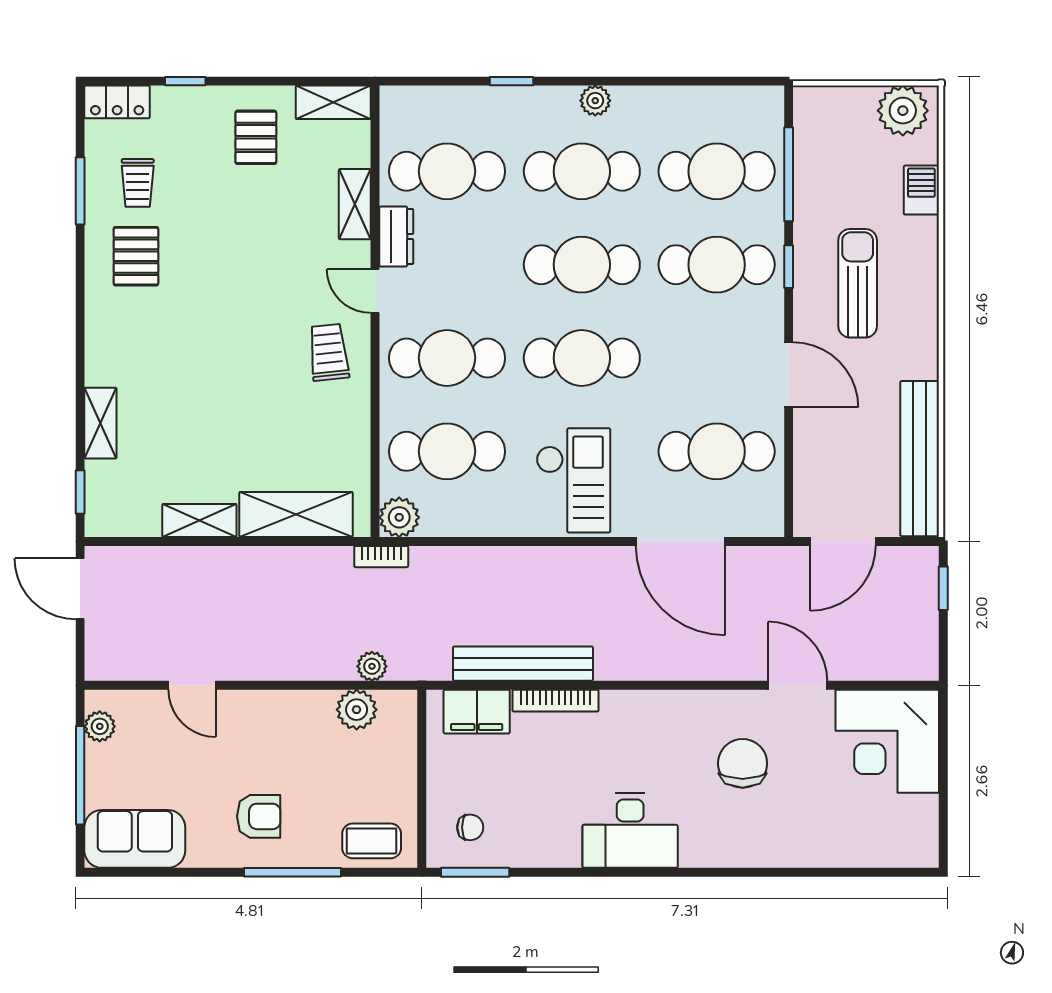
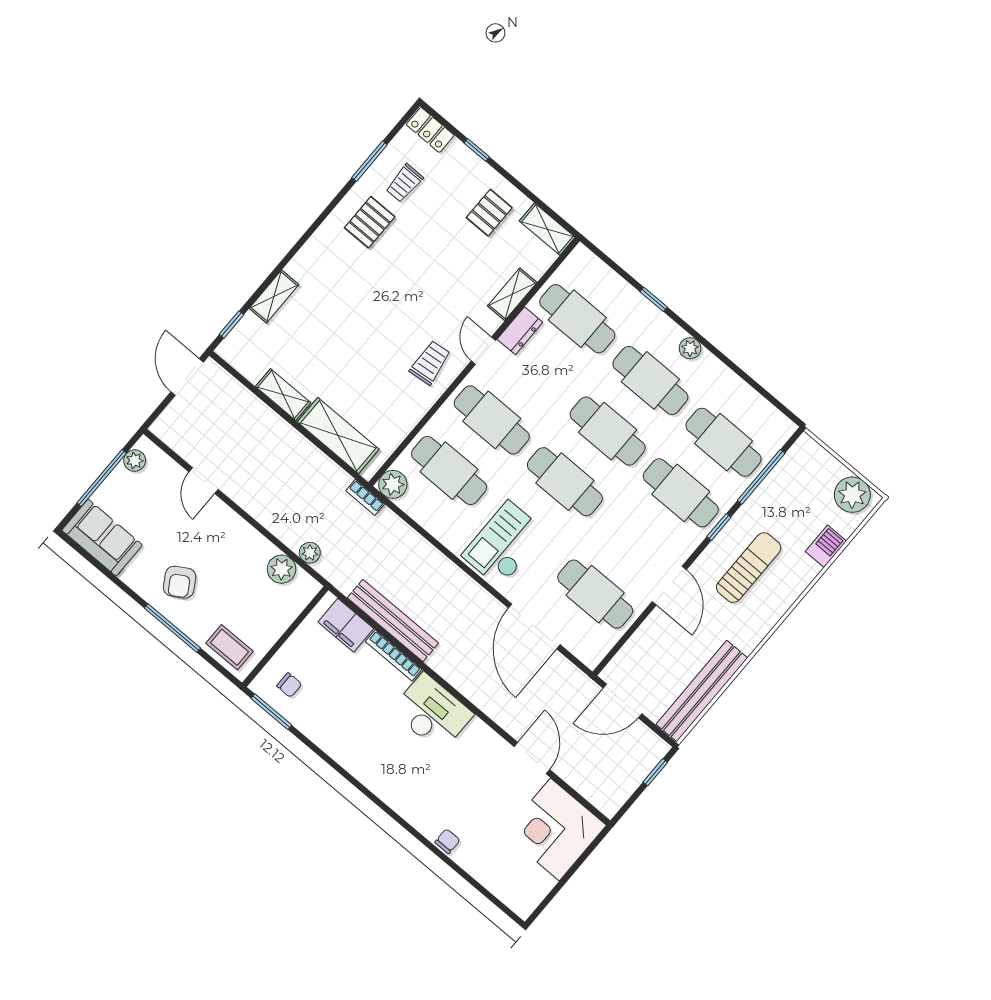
checkout: (573, 480) -> (504, 544), turned 180
chair: (743, 763) -> (447, 841), moved, width x0.54, depth x0.54
armchair: (259, 816) -> (180, 582), turned 59
desk: (630, 831) -> (432, 712), moved, turned 180

